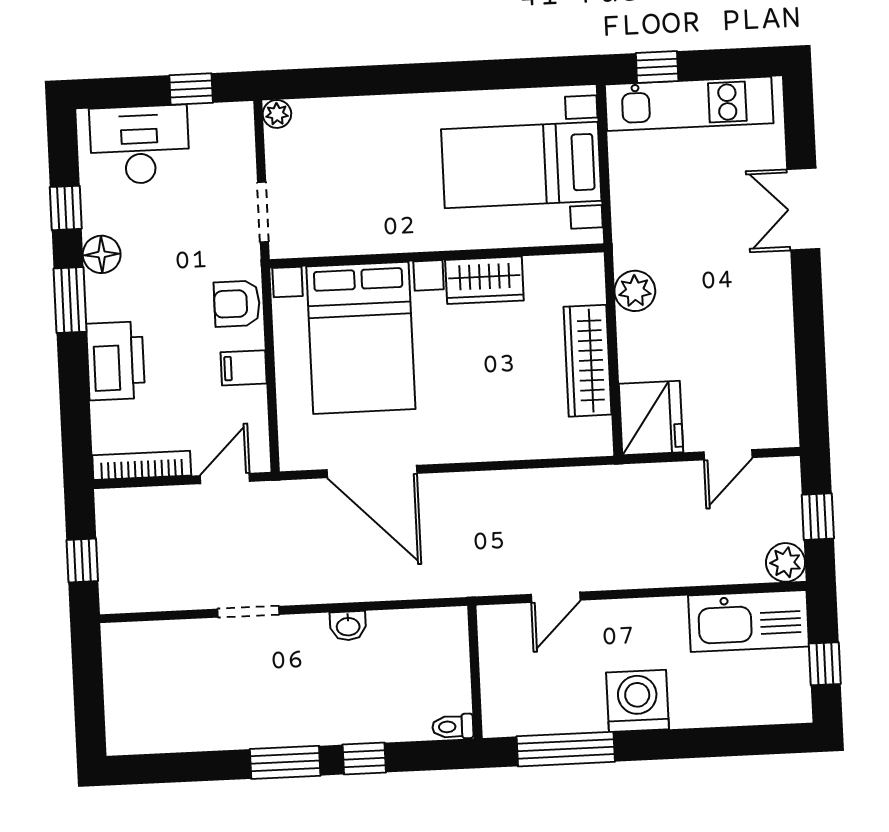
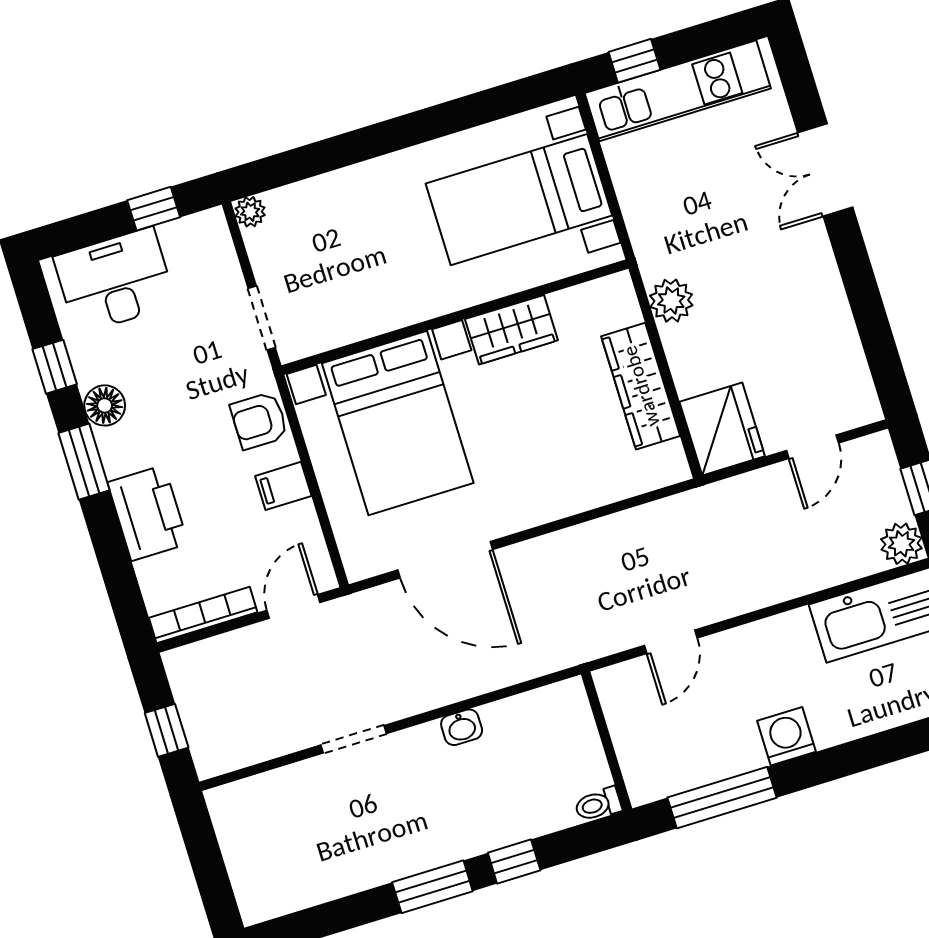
washing machine: (637, 701) -> (787, 736), width x0.73, depth x0.73

